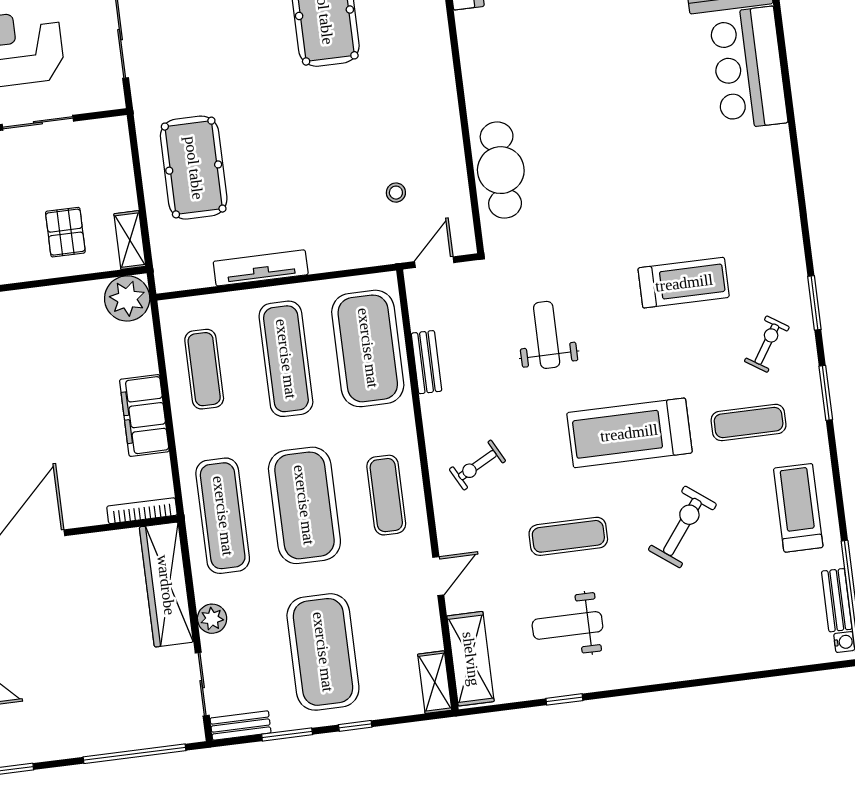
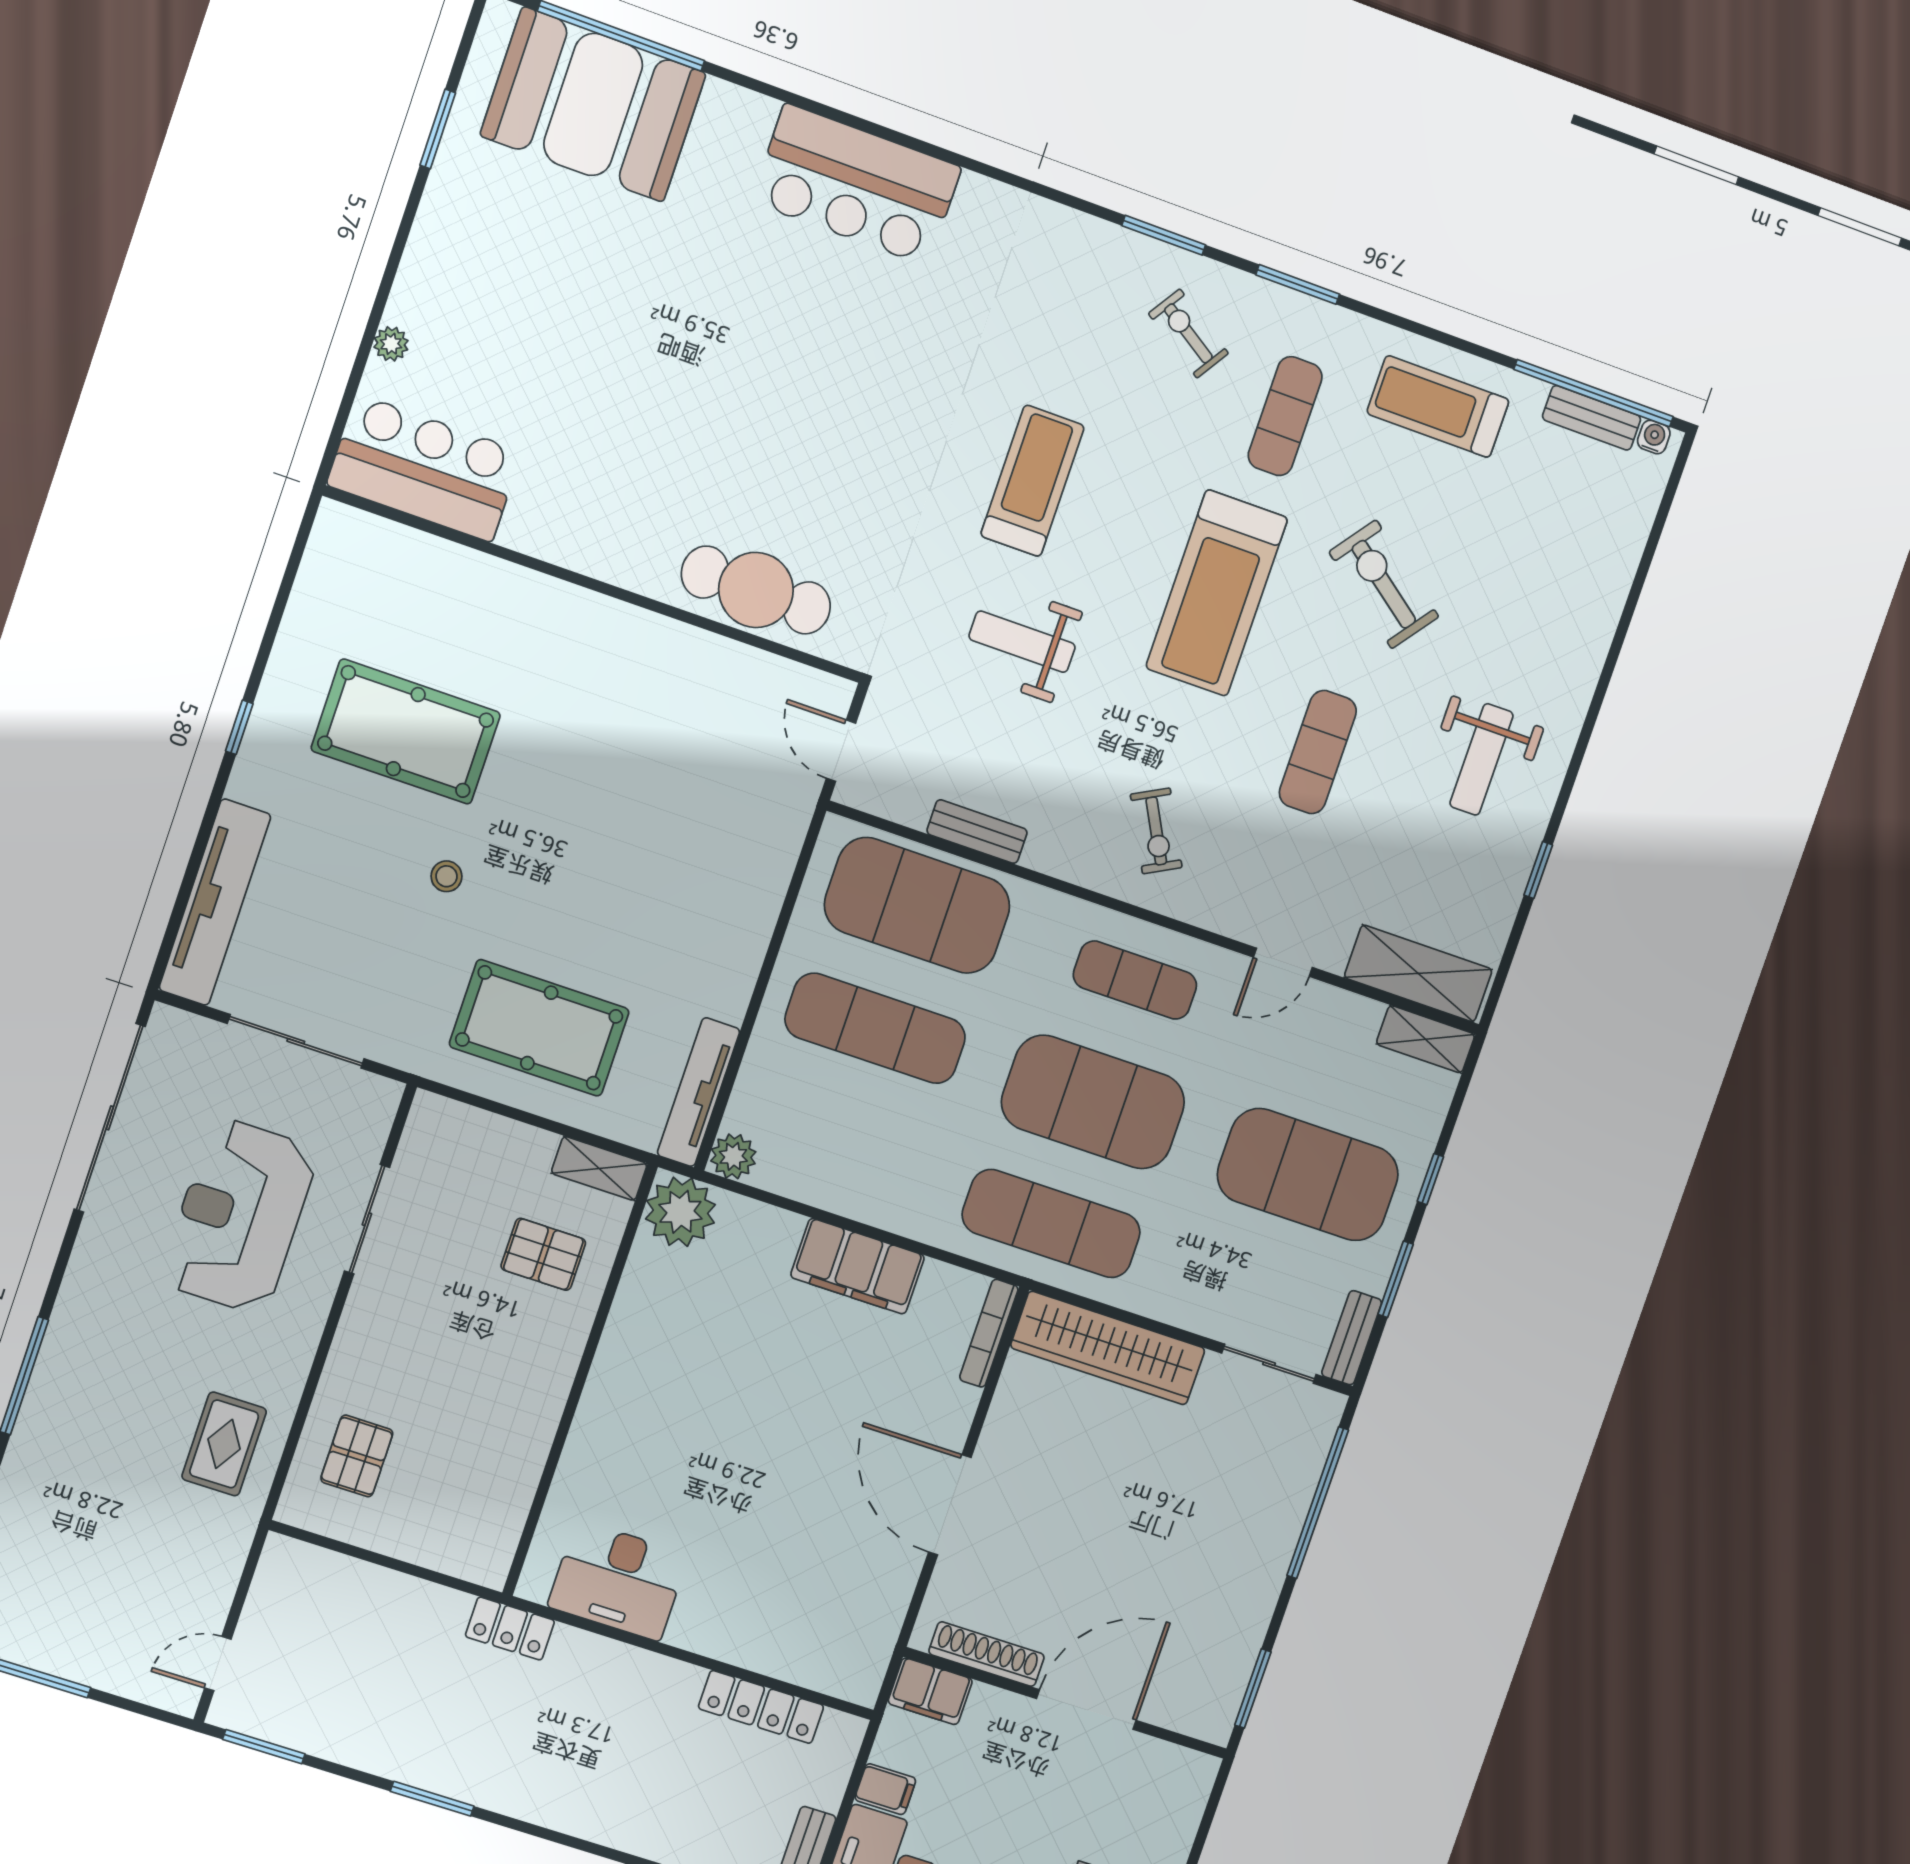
bar counter: (748, 68) -> (857, 185), moved
stool: (396, 193) -> (447, 876), moved
tv unit: (261, 268) -> (699, 1092), moved
treadmill: (684, 283) -> (1032, 481), moved
exercise mat: (204, 369) -> (833, 1151), removed
door: (438, 576) -> (1283, 962), swing flipped
plant: (212, 619) -> (733, 1156), moved
weight bench: (567, 625) -> (1482, 759), moved

